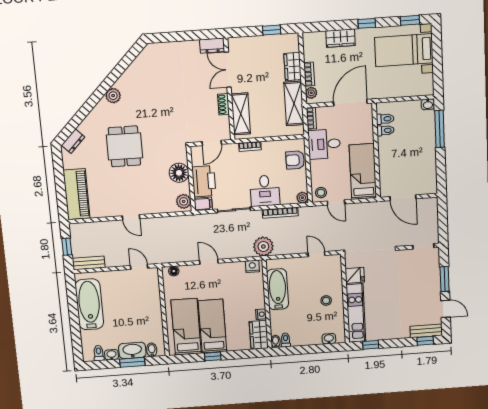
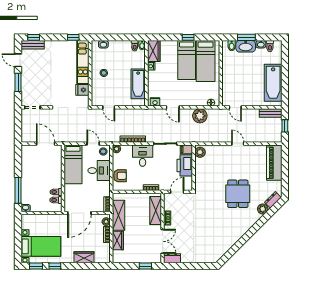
window: (367, 23) -> (55, 266), moved
window: (272, 30) -> (145, 266), moved
plant: (113, 96) -> (263, 209), moved
desk: (324, 144) -> (99, 171), moved
floor lamp: (179, 173) -> (202, 173), removed
plant: (263, 247) -> (200, 116), moved
door: (209, 262) -> (173, 107), moved

